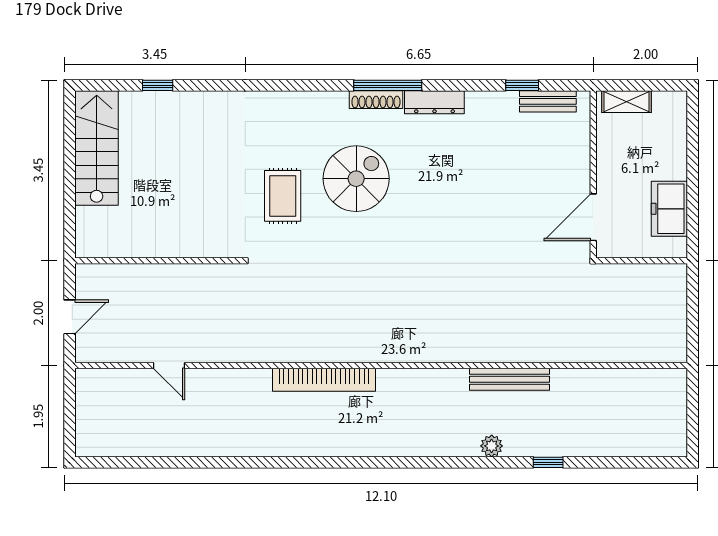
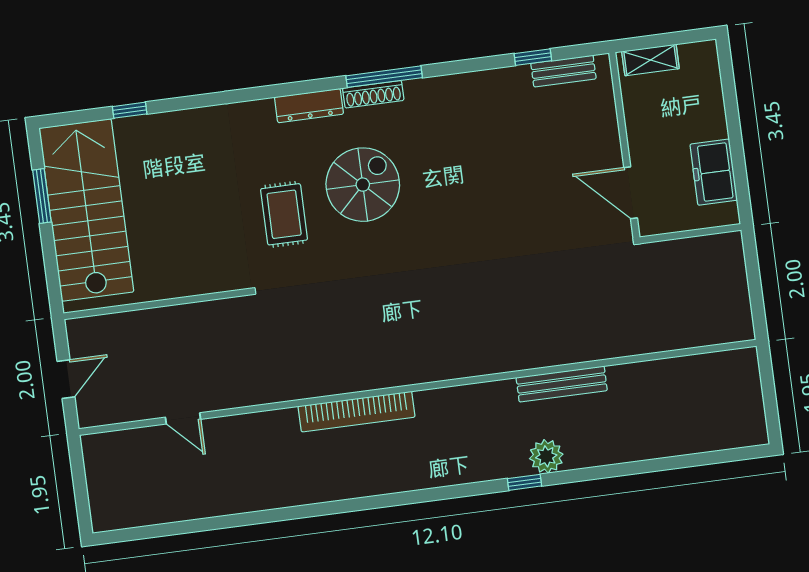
dresser: (434, 102) -> (309, 106), moved
stairs: (97, 148) -> (86, 210), width x1.36, depth x1.51
window: (70, 151) -> (42, 196), added
door: (593, 217) -> (631, 193), hinge flipped
plant: (492, 446) -> (546, 456), width x1.38, depth x1.38
window: (548, 462) -> (525, 482), moved

